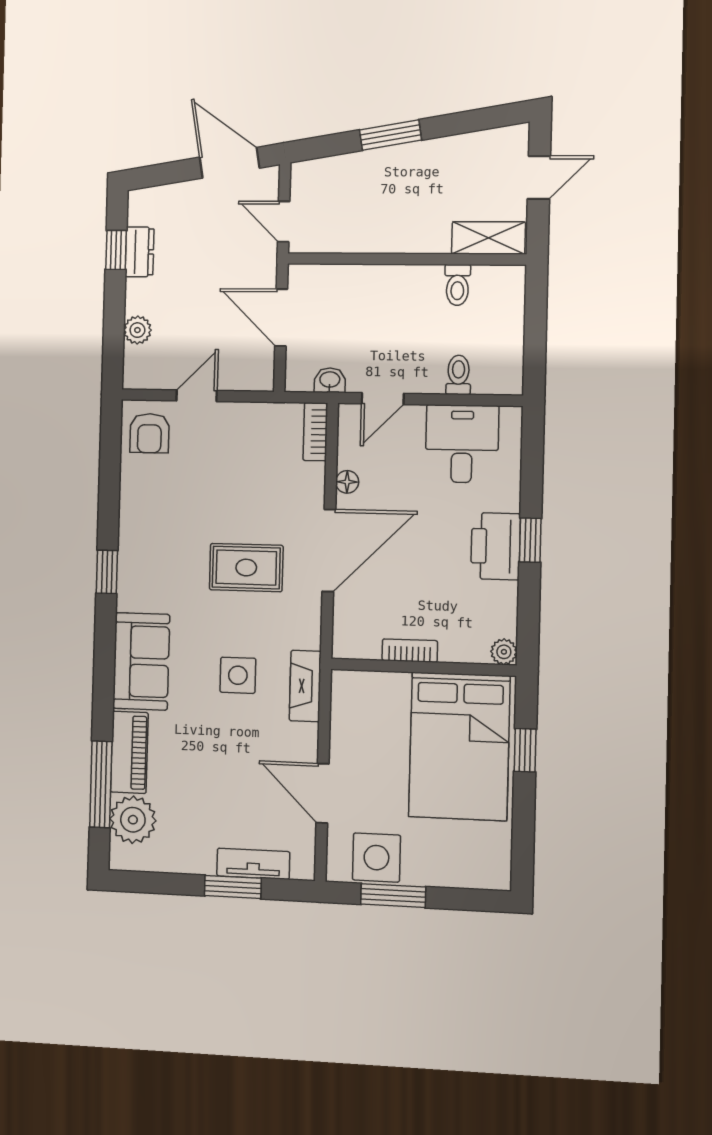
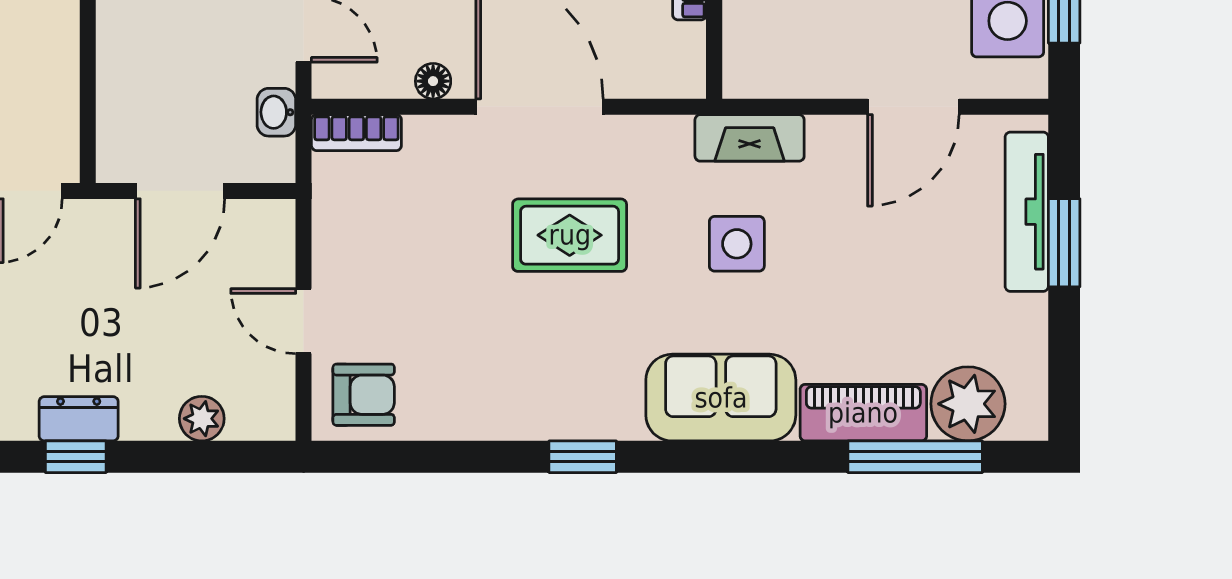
rug: (246, 568) -> (570, 235), turned 90
tv unit: (253, 864) -> (1027, 212), width x1.41

